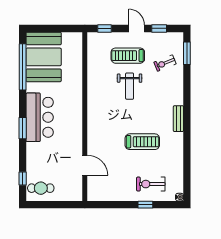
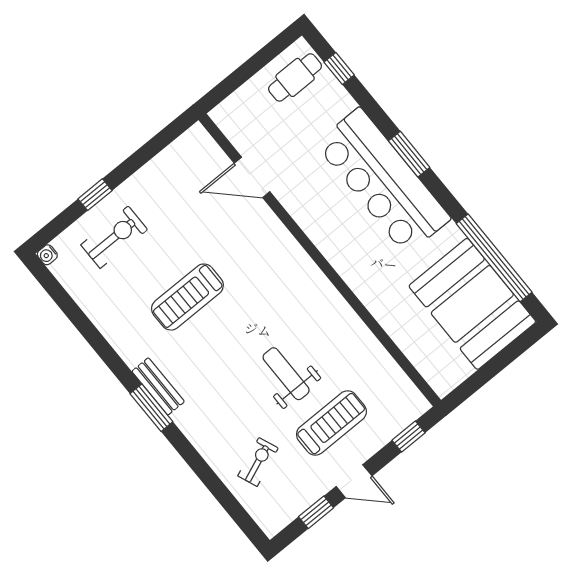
window: (187, 53) -> (151, 408), moved
bar counter: (40, 117) -> (383, 181), width x1.36

